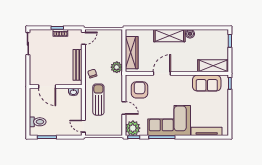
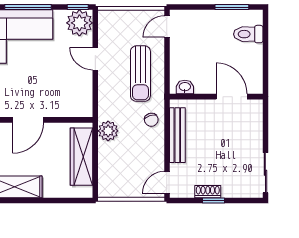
armchair: (140, 90) -> (68, 91), removed
door: (83, 126) -> (167, 27), swing flipped

